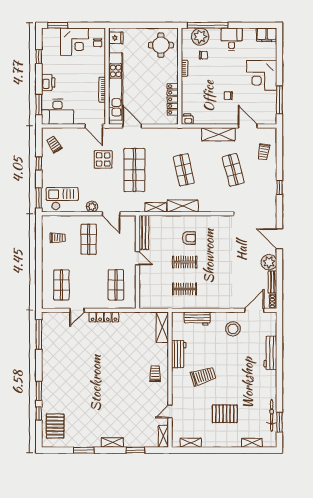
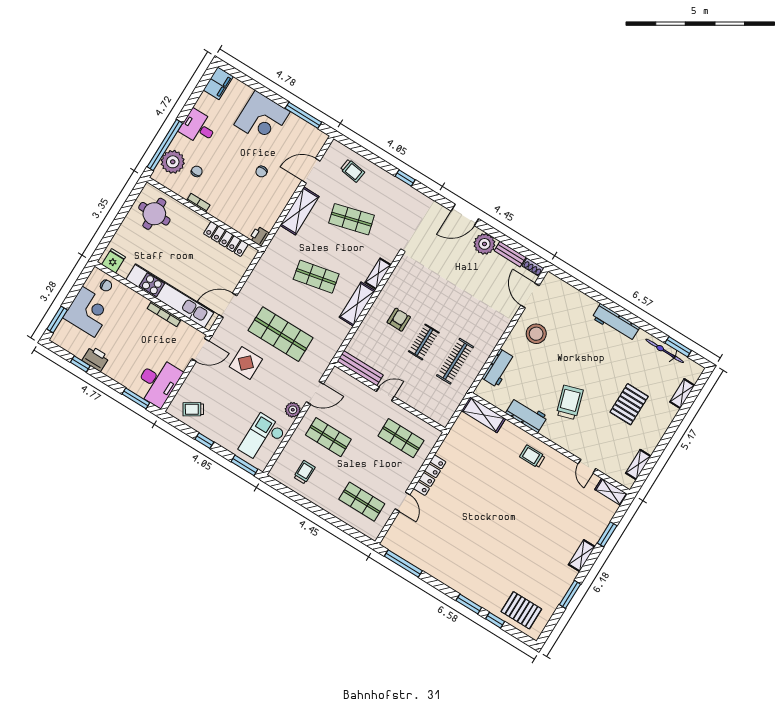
printer: (48, 82) -> (96, 359), moved
shelving: (156, 207) -> (378, 274), moved
clothes rail: (185, 289) -> (455, 361), width x1.36
workbench: (270, 353) -> (616, 323), moved

